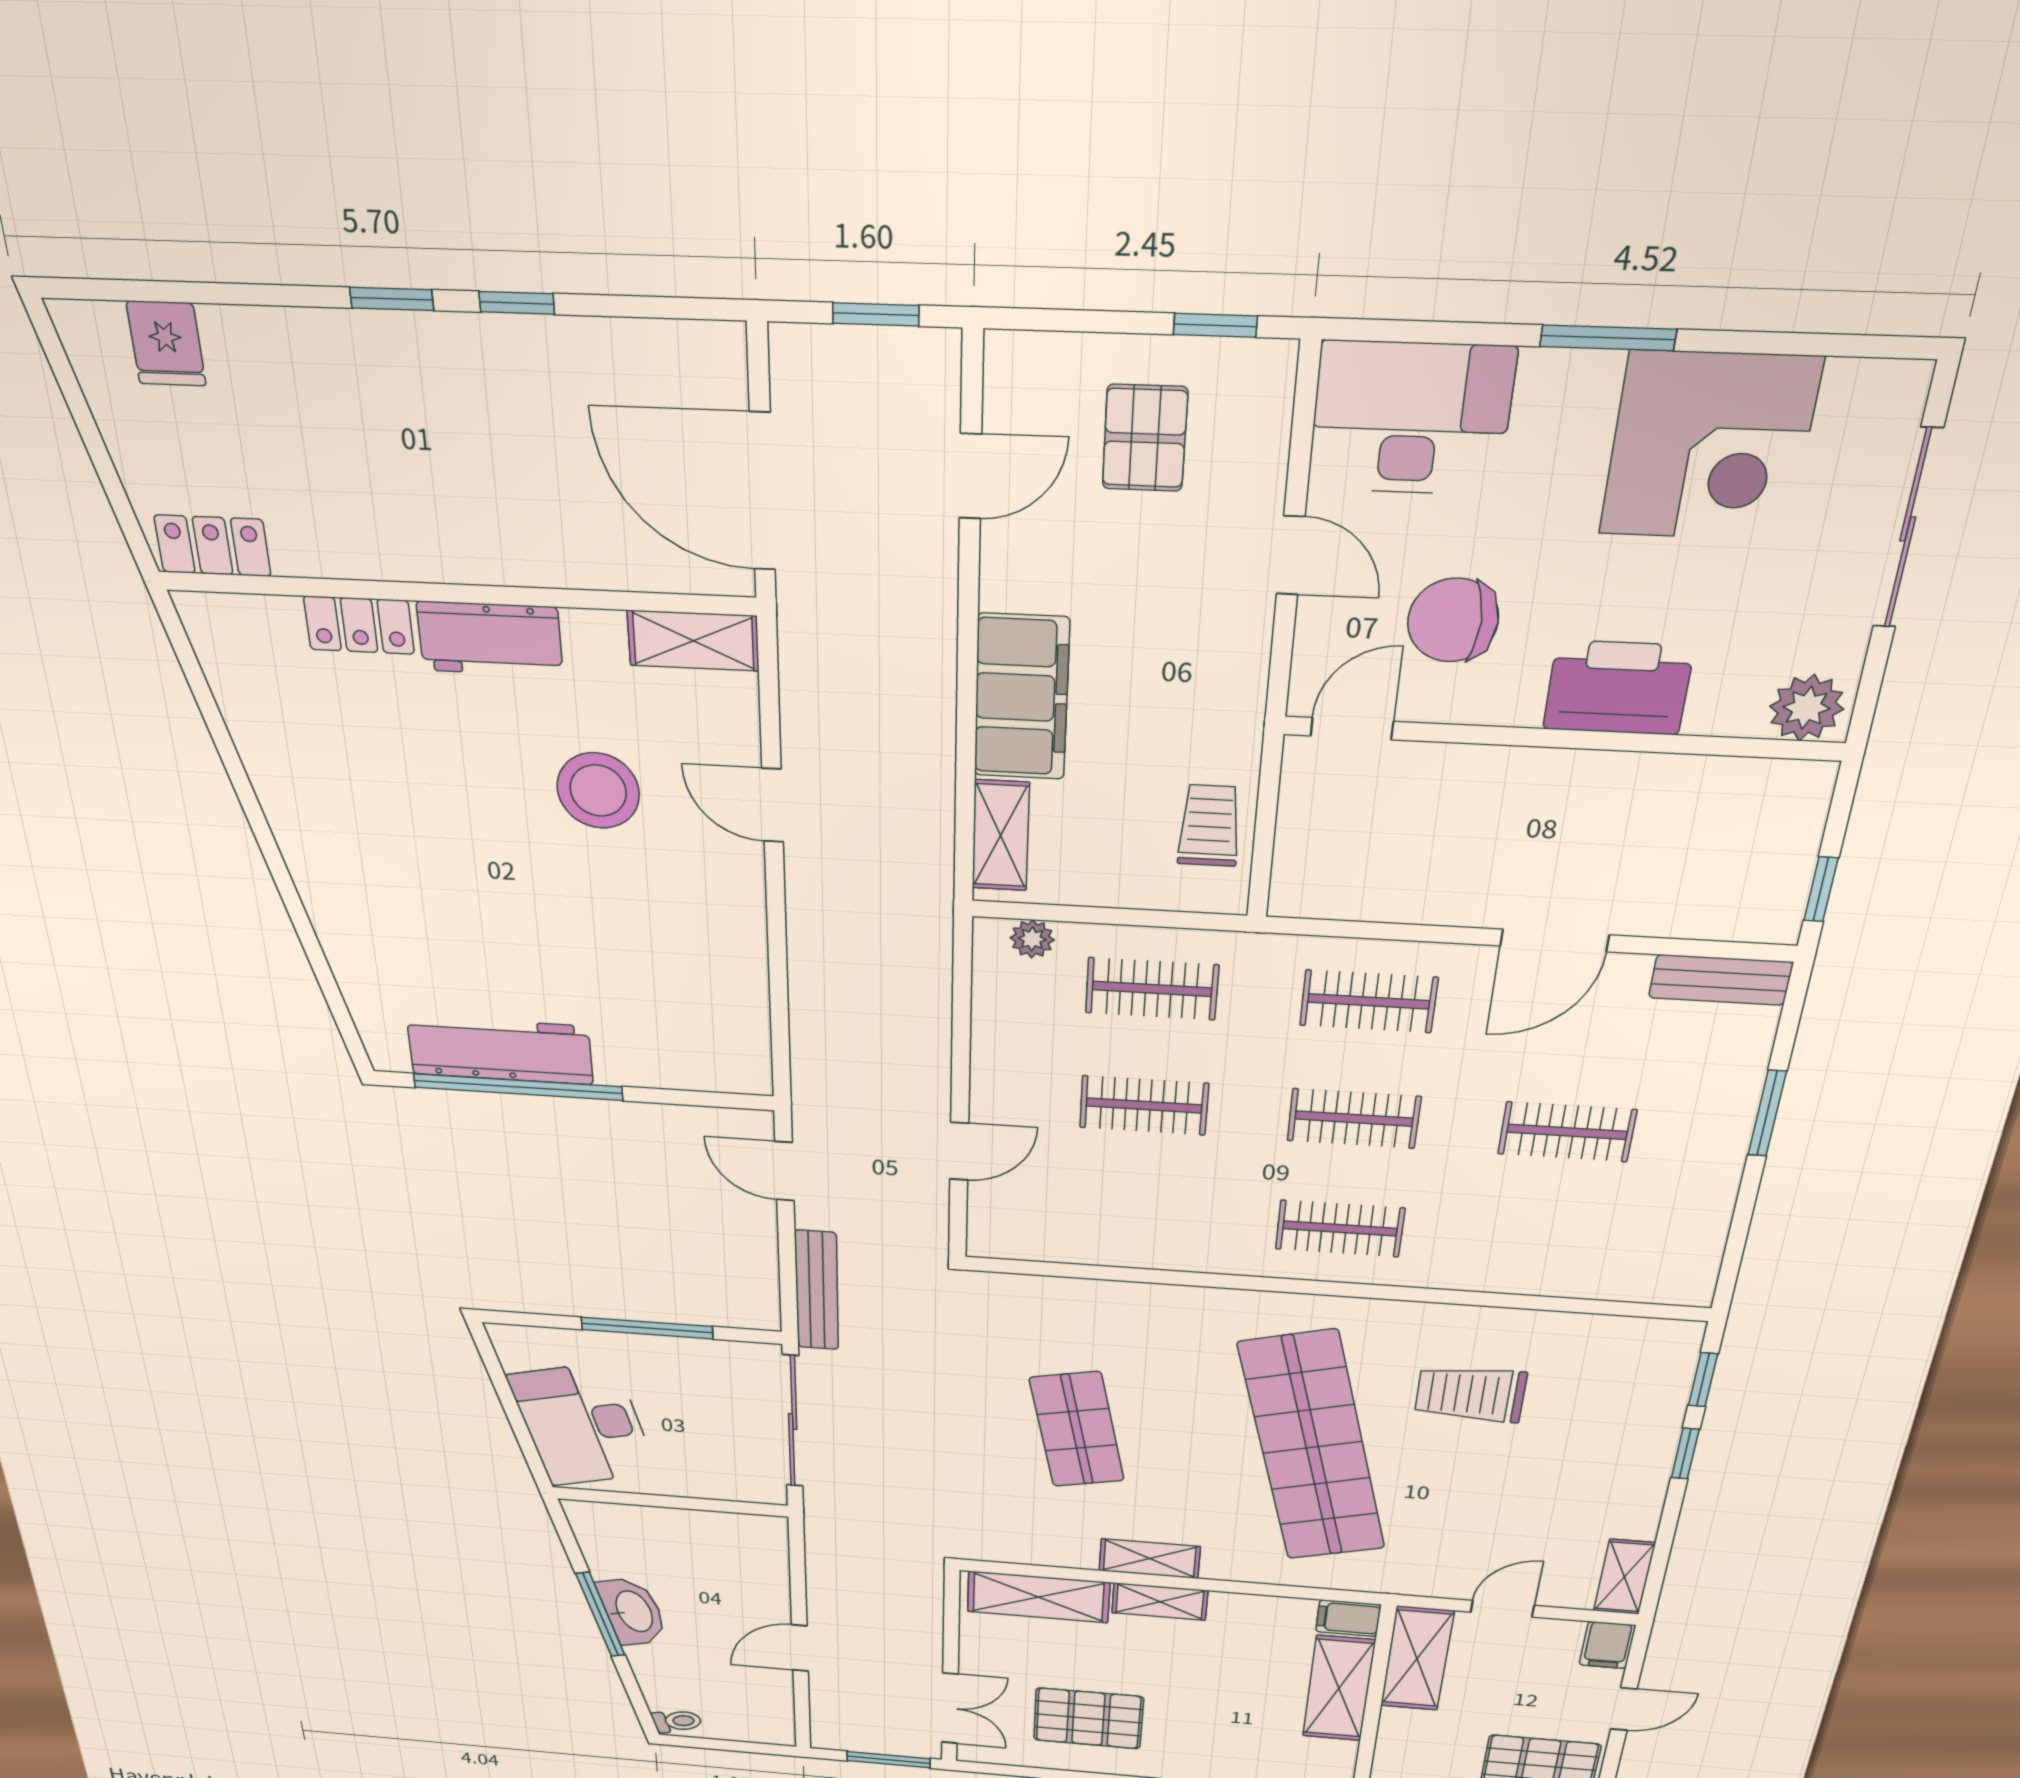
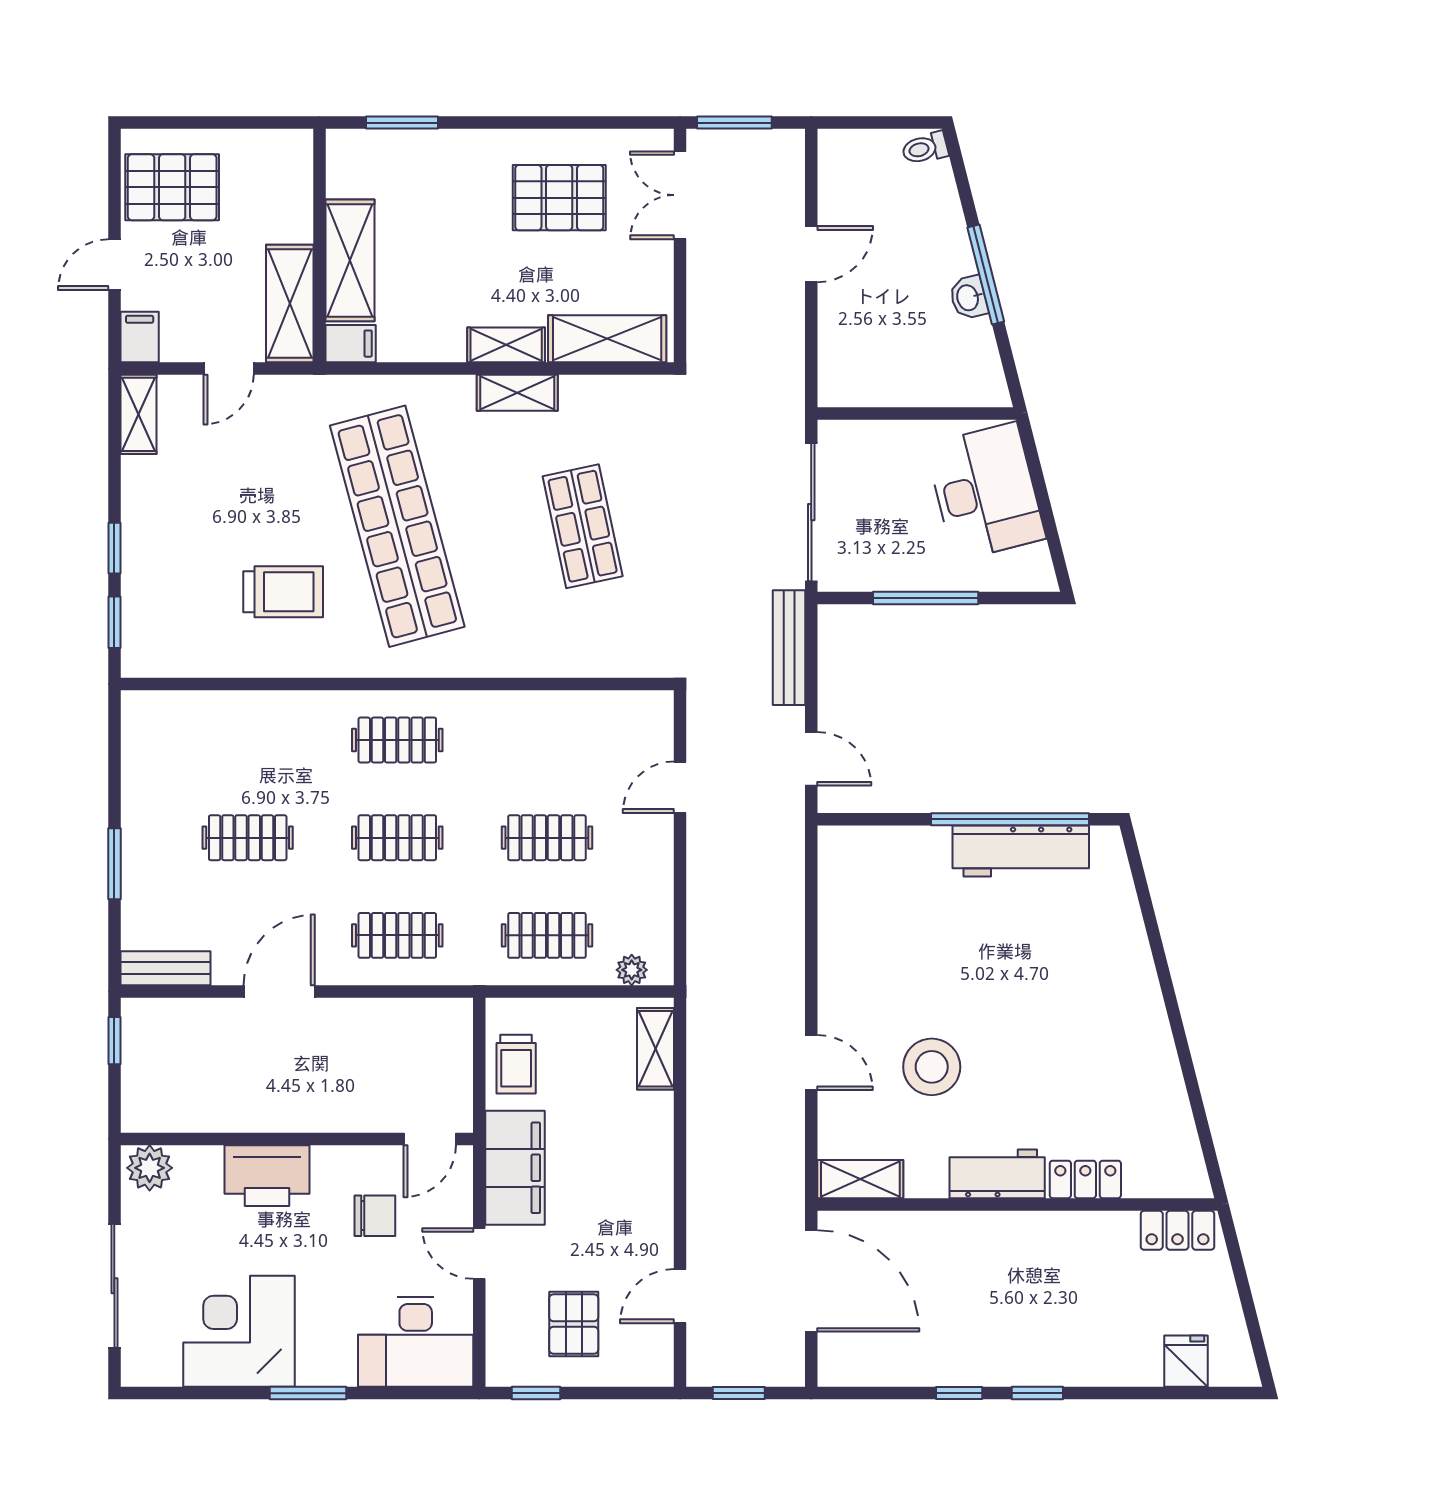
chair: (1453, 620) -> (375, 1216), width x0.73, depth x0.73
filing cabinet: (1021, 697) -> (515, 1168), moved, turned 180
washbasin: (633, 1612) -> (969, 298), width x0.52, depth x0.69

